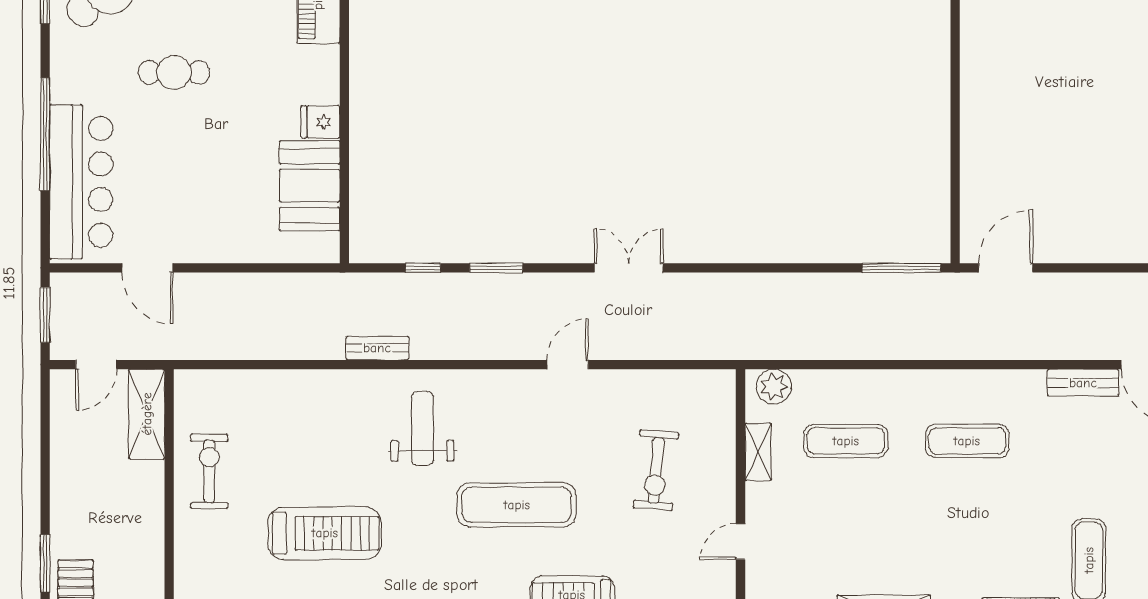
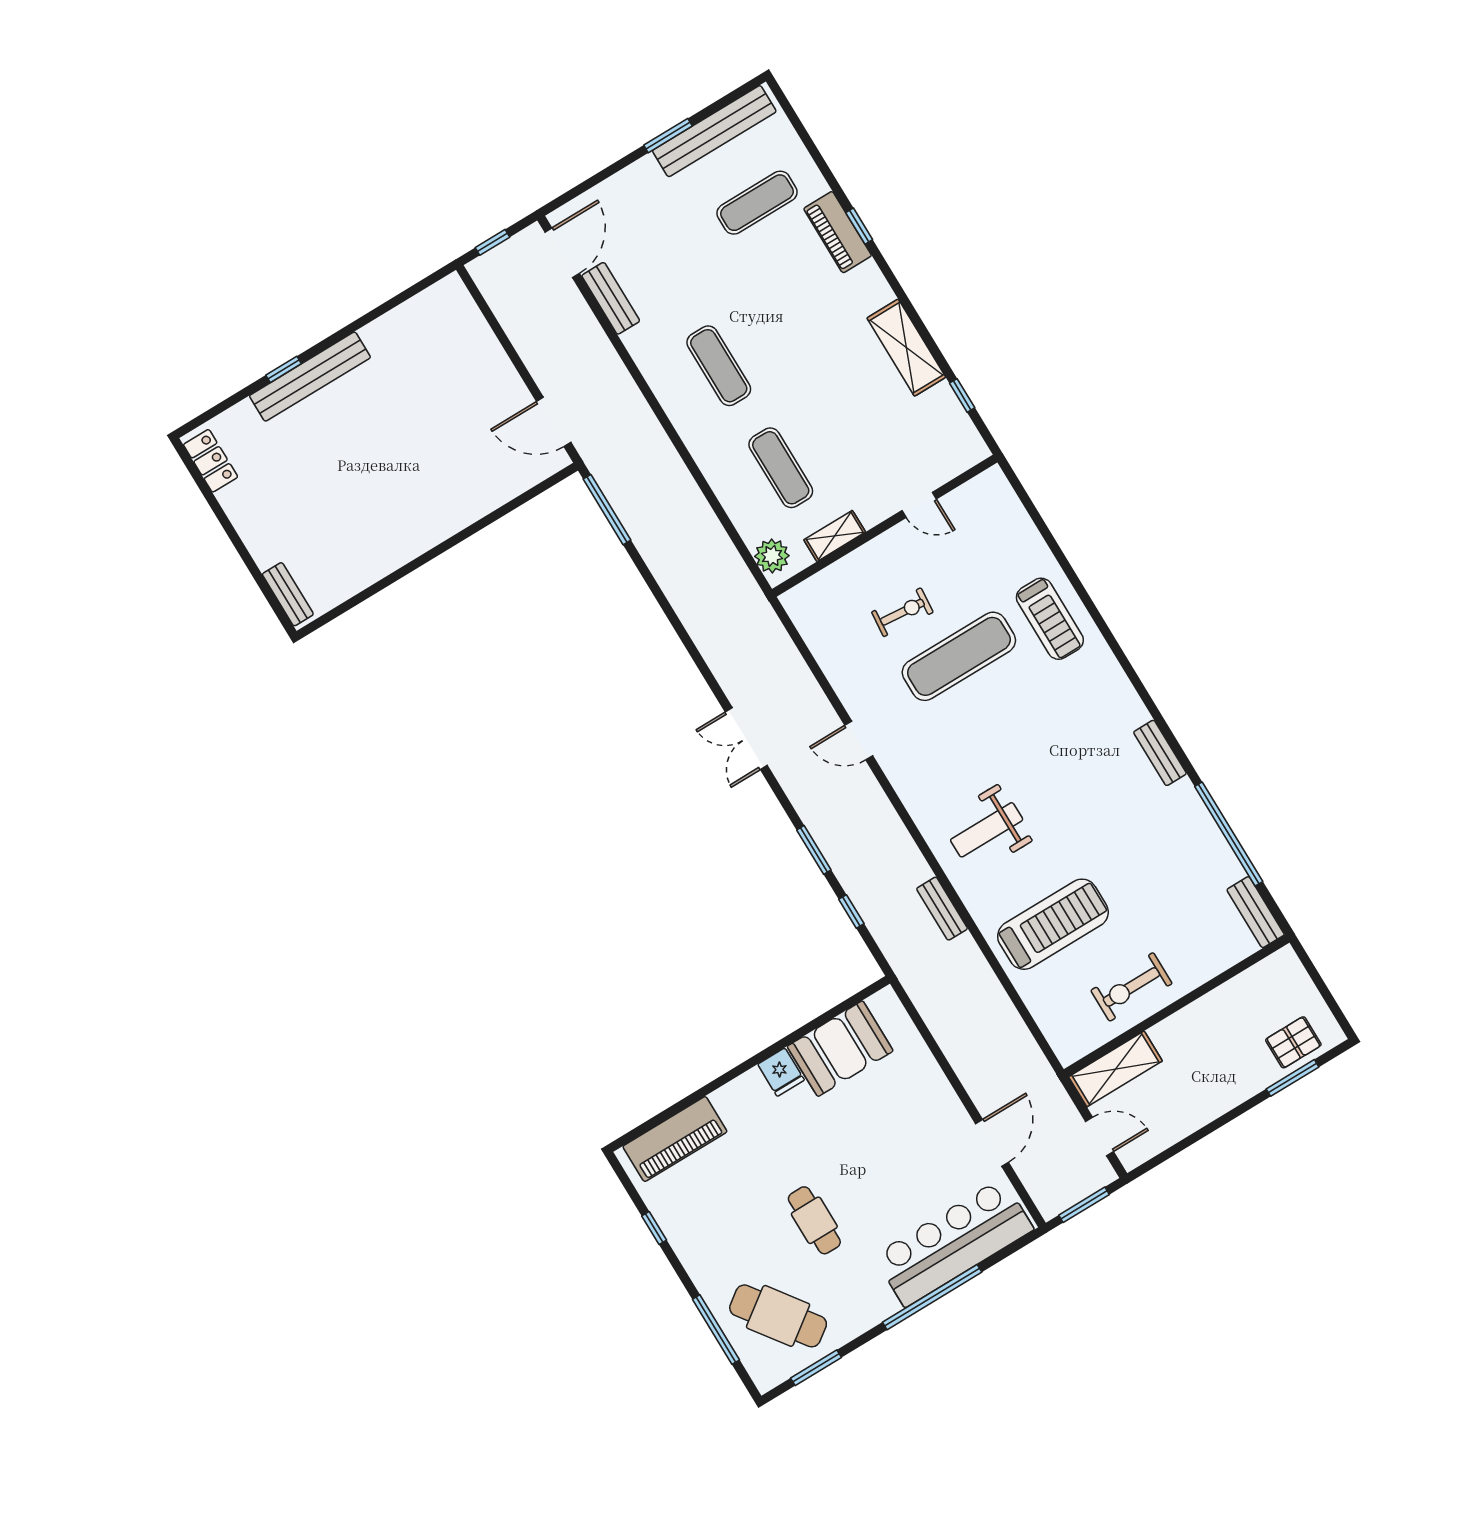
exercise bike: (656, 470) -> (902, 612), width x0.73, depth x0.72
exercise mat: (517, 505) -> (959, 656), moved, turned 90
treadmill: (325, 533) -> (1053, 924), moved, turned 90

